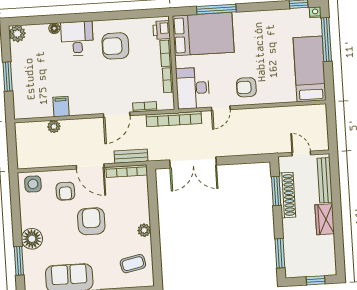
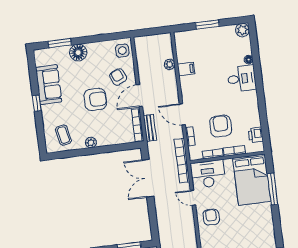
printer: (162, 30) -> (256, 135), moved, turned -90
armchair: (115, 46) -> (221, 126), moved
armchair: (65, 191) -> (118, 77), turned 66

